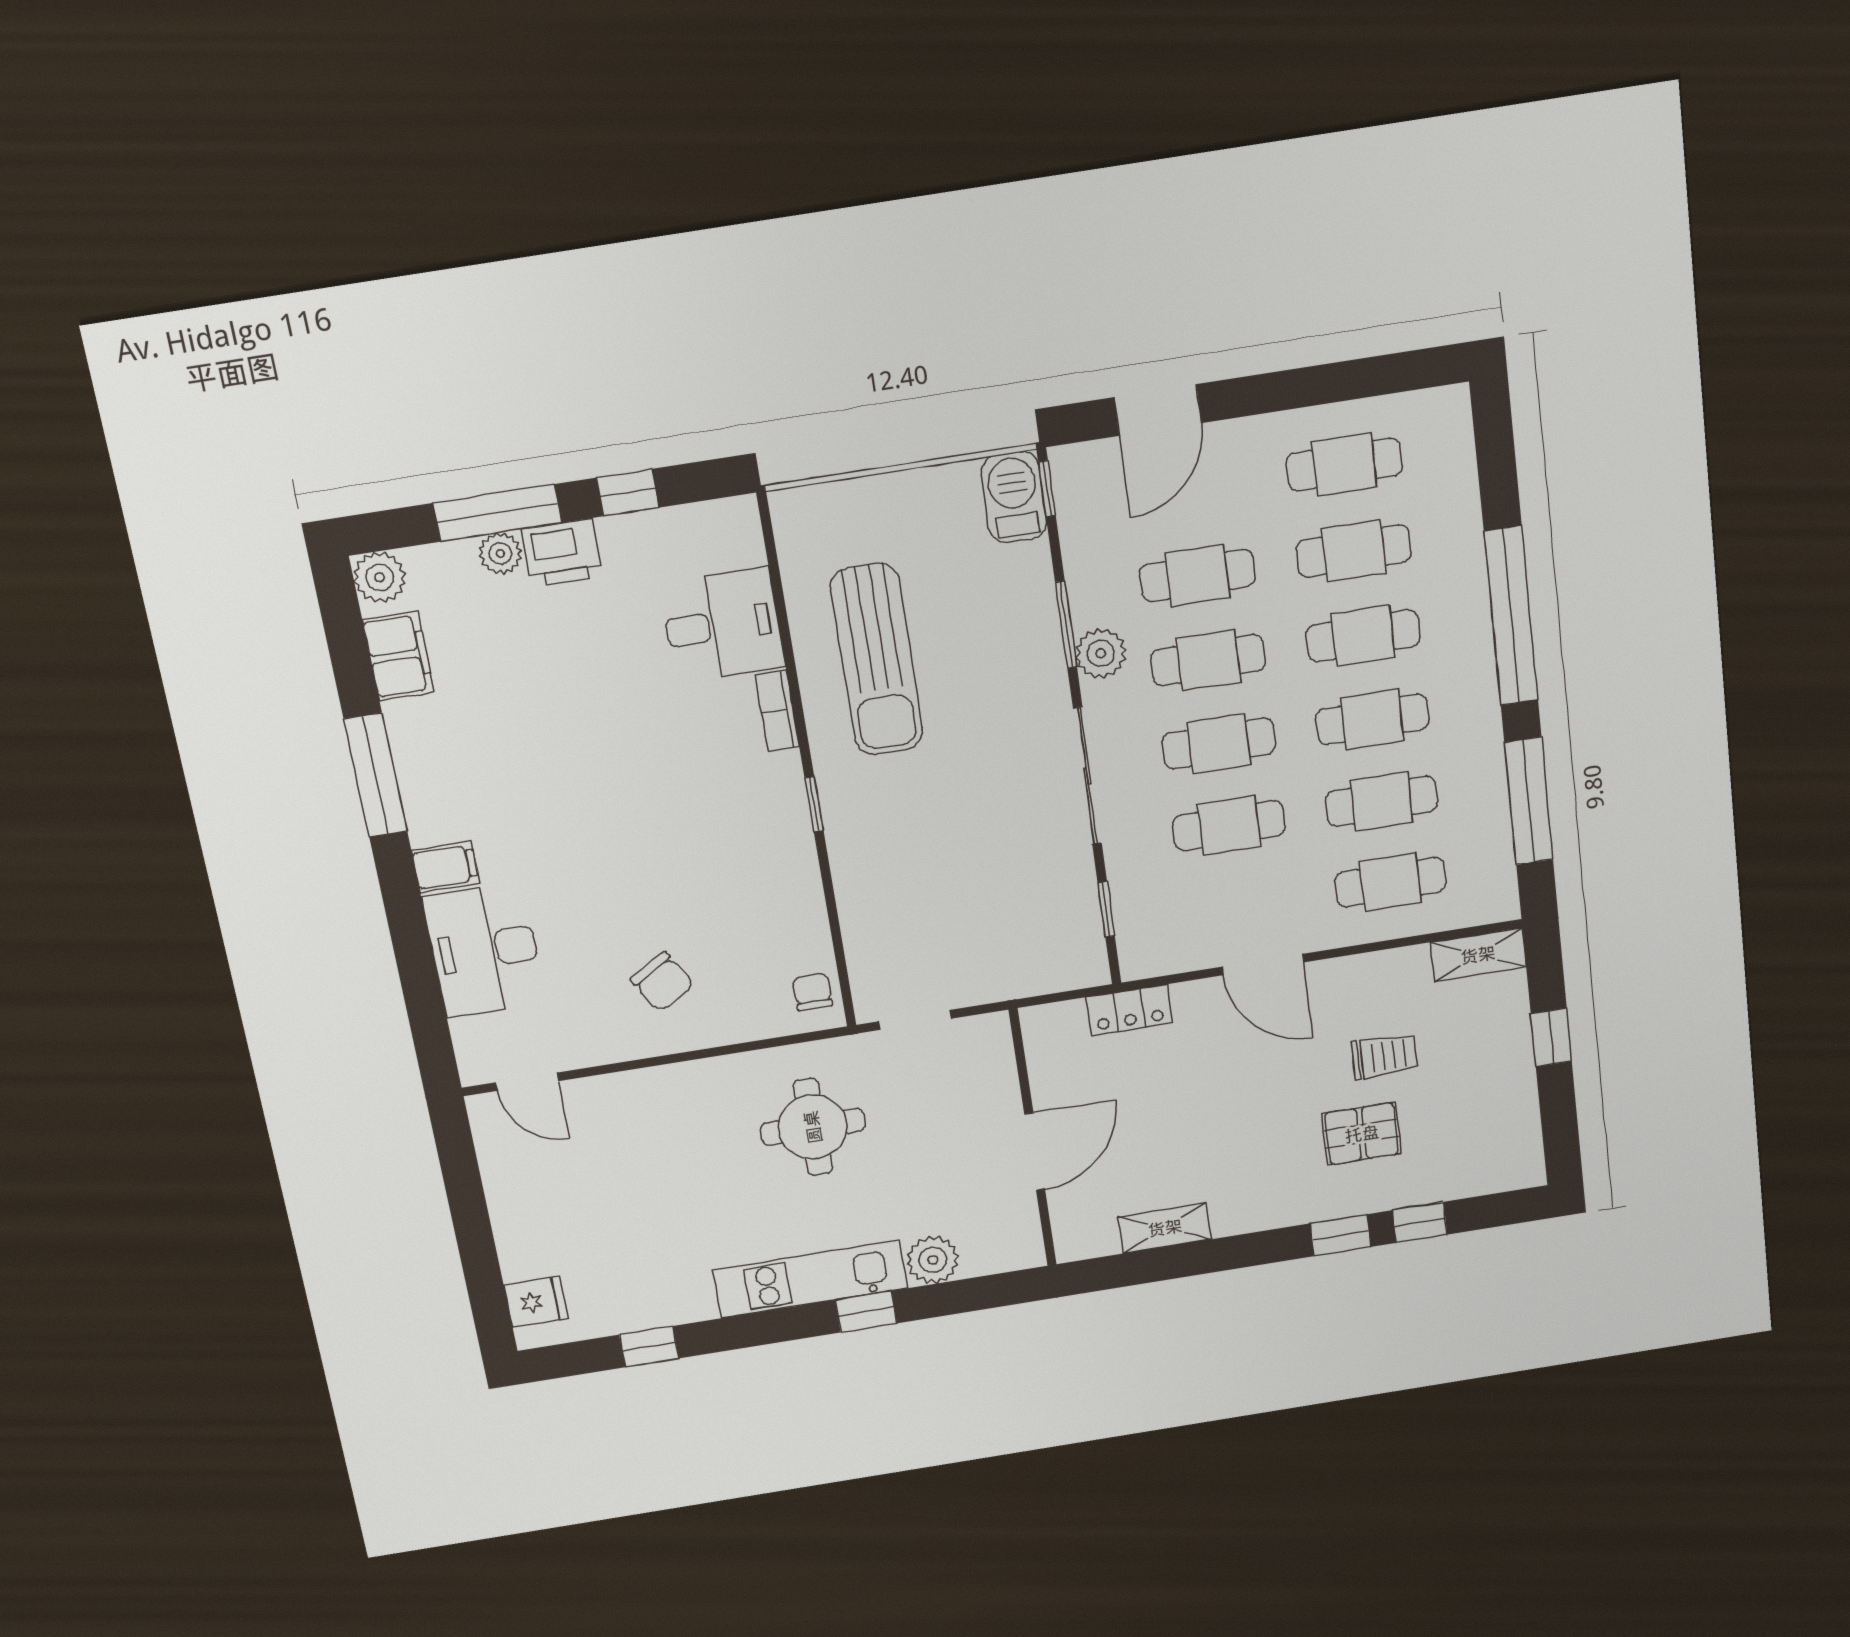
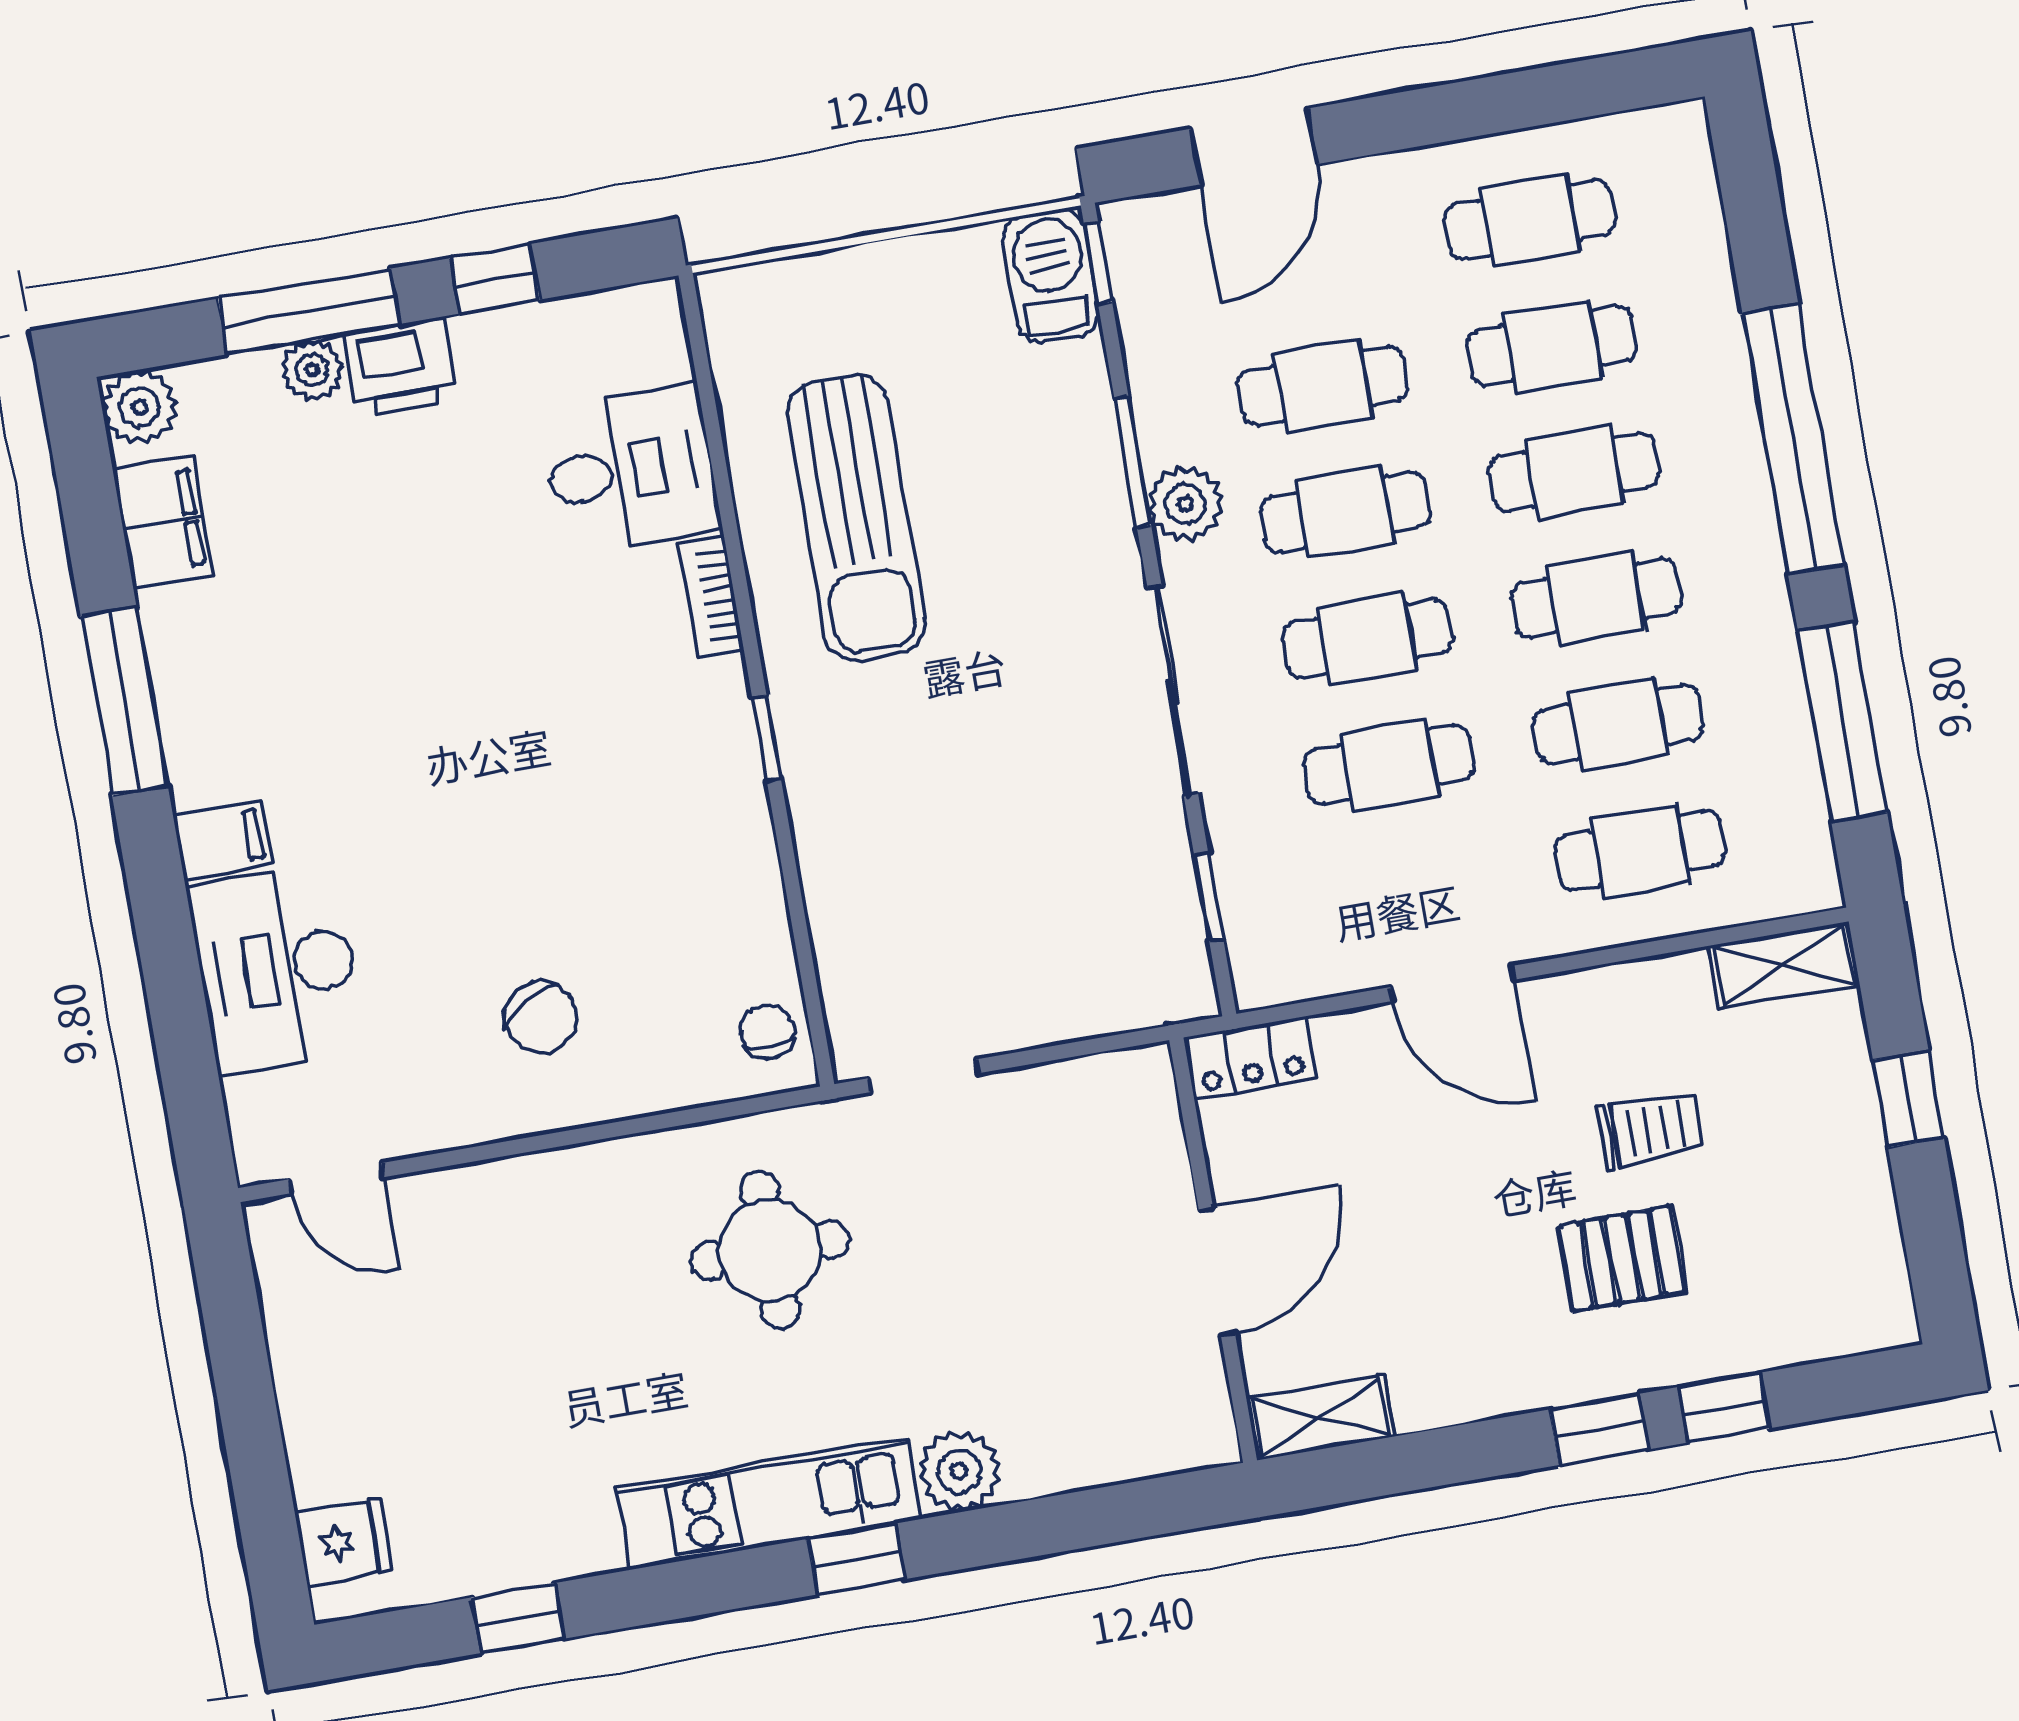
wall: (1033, 1139) -> (1213, 1250), moved
door: (1035, 1152) -> (1217, 1272), moved

